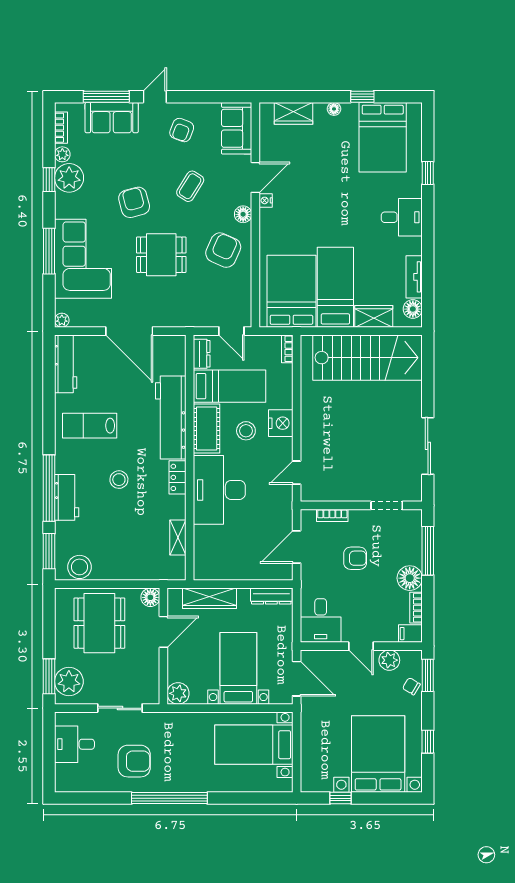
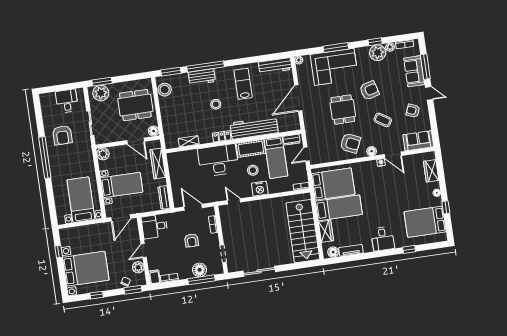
floor lamp: (410, 578) -> (200, 270), moved

